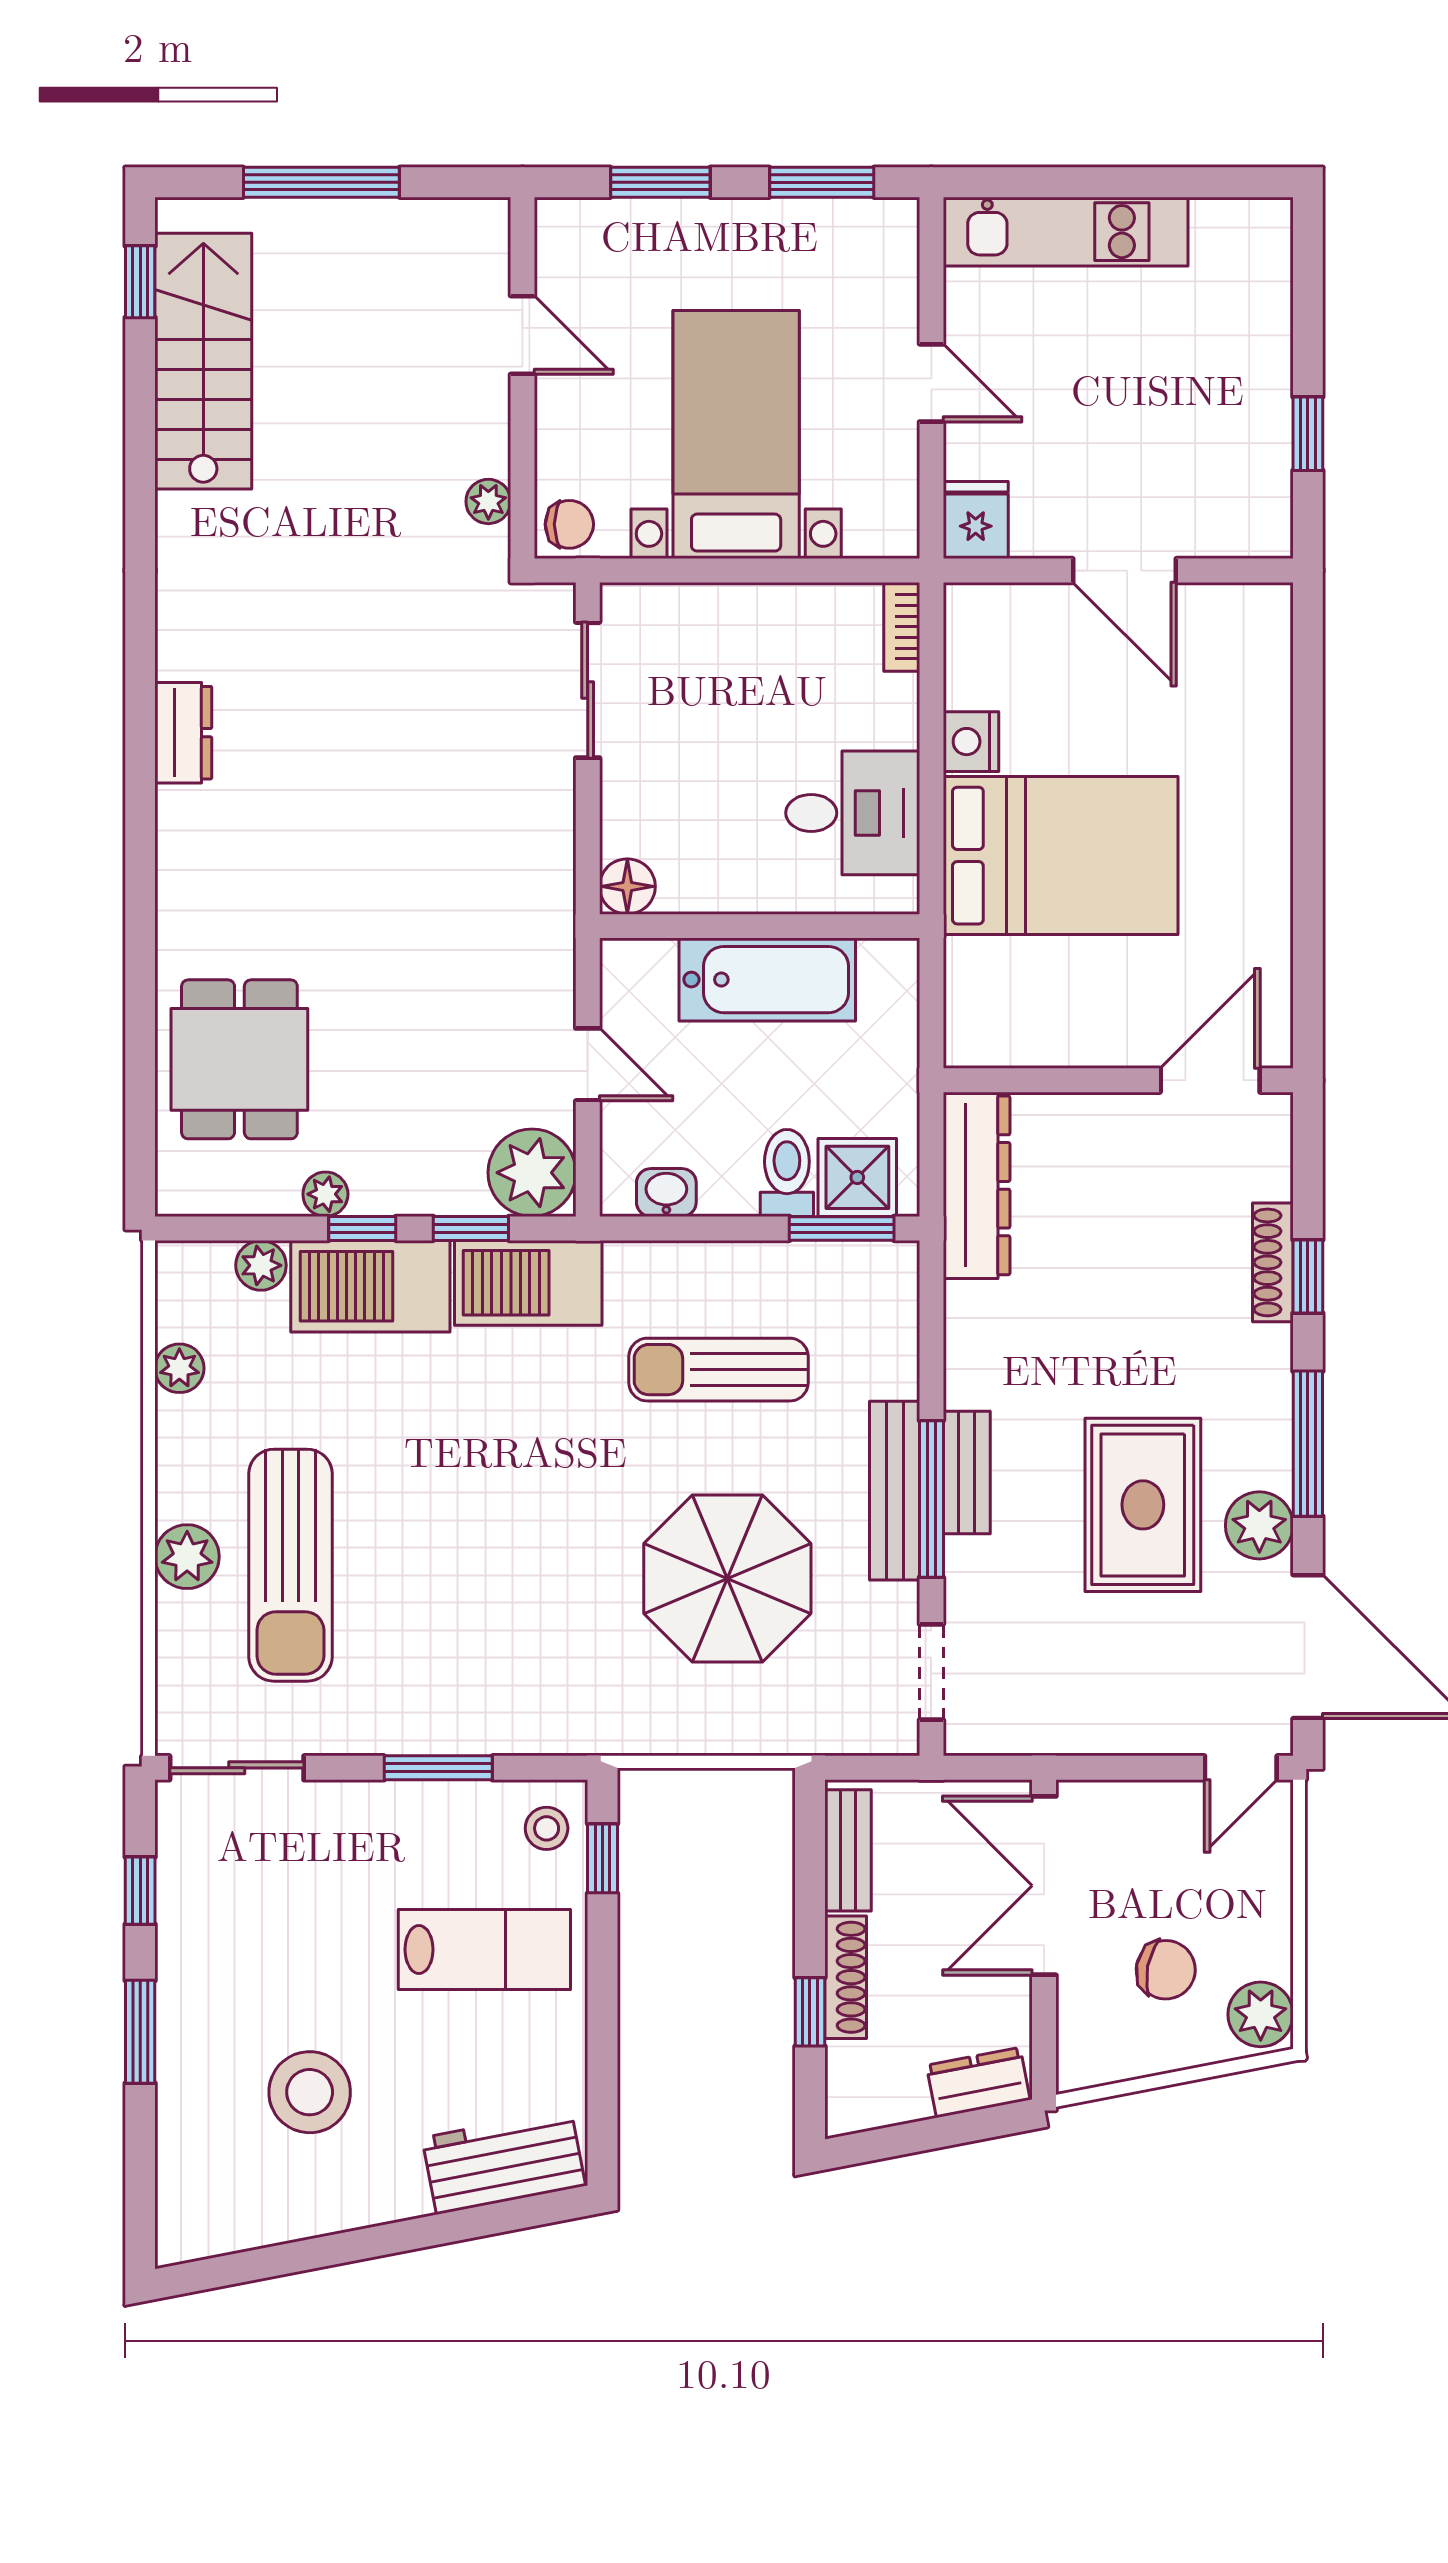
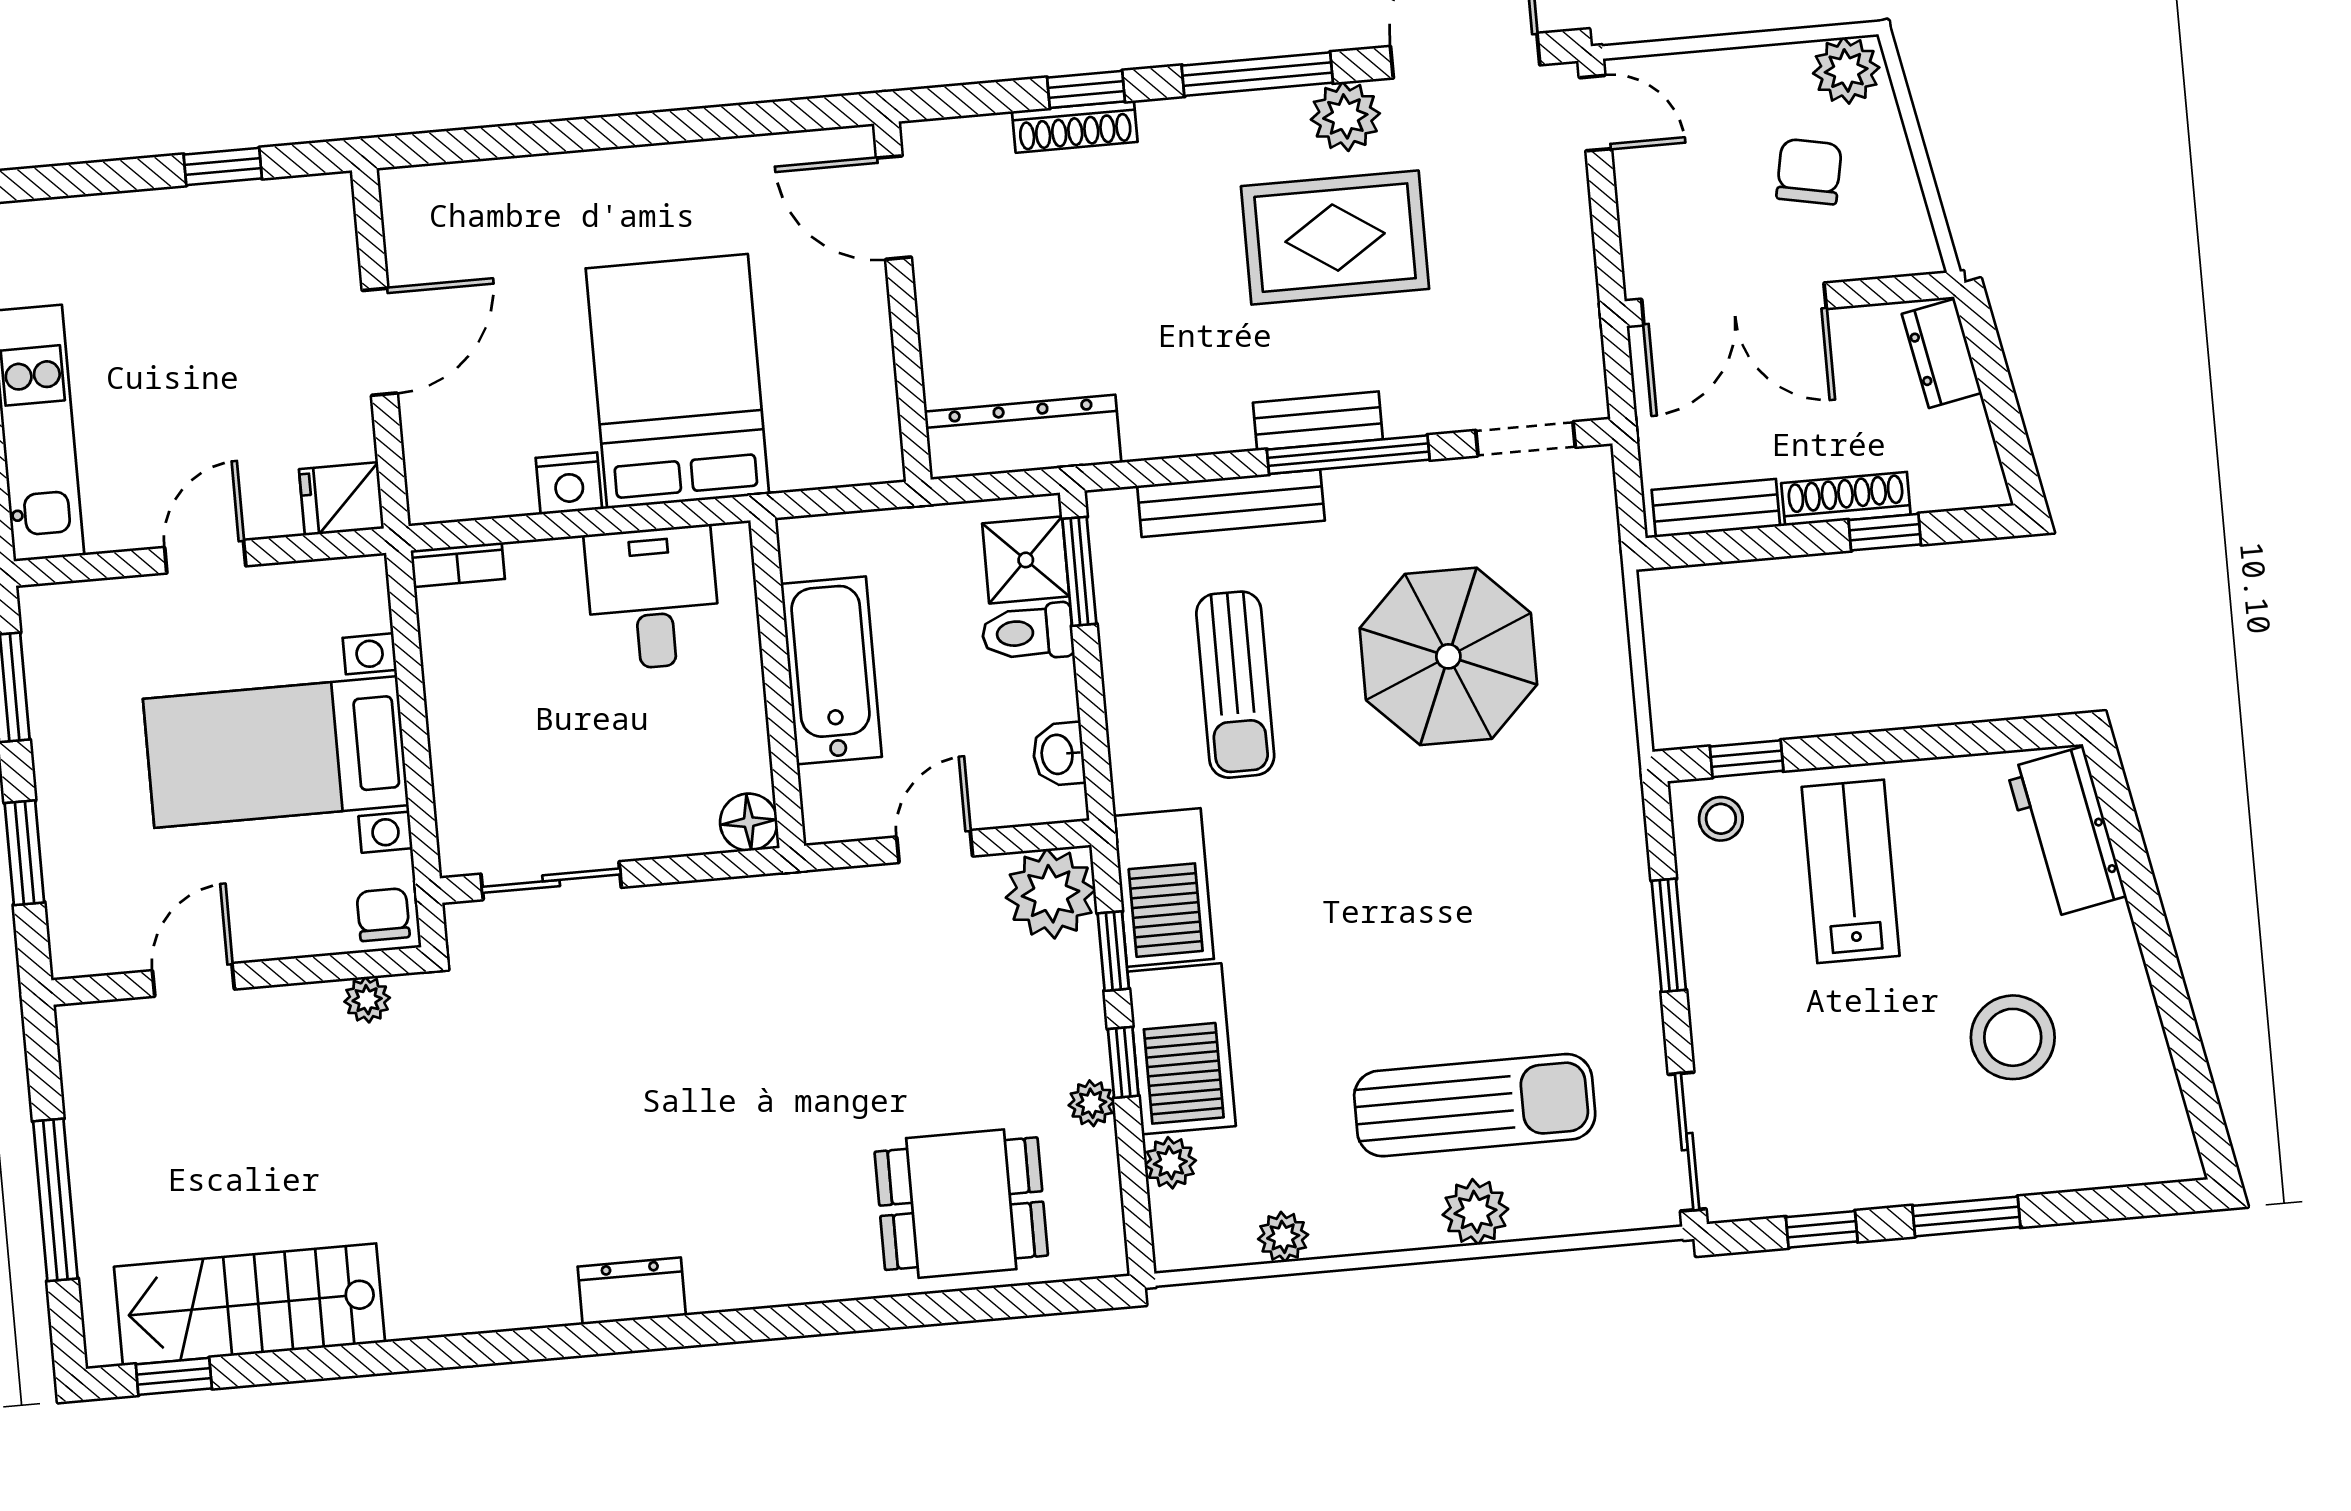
bench: (895, 1491) -> (1231, 503), moved

